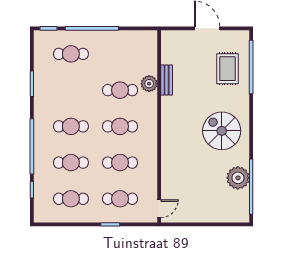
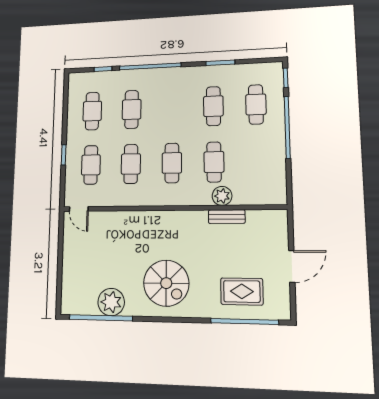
cafe table: (71, 126) -> (213, 106), moved
spiral stairs: (222, 131) -> (166, 283), turned 90

